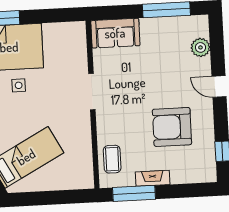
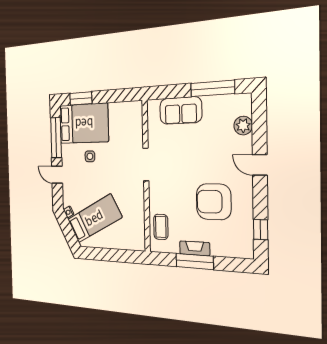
sofa: (115, 33) -> (181, 111), moved
window: (134, 193) -> (195, 261), moved

